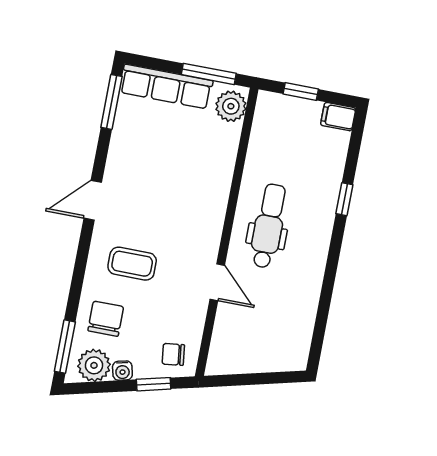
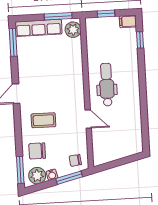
window: (344, 199) -> (140, 40), moved
chair: (106, 319) -> (37, 151), turned -90
window: (154, 384) -> (69, 178), width x1.50

